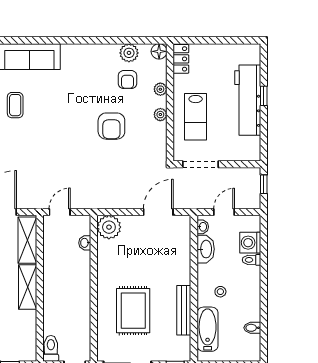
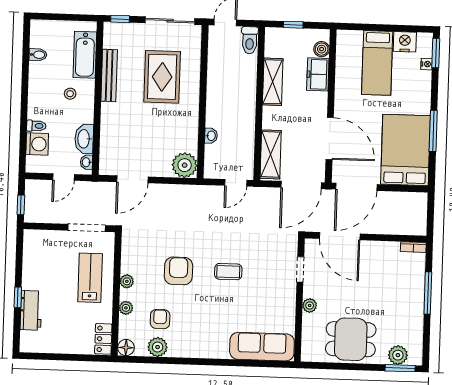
workbench: (248, 100) -> (31, 310), width x0.53, depth x0.76
coffee table: (15, 105) -> (228, 272), moved, turned 90
washbasin: (85, 243) -> (211, 136), moved
shelving: (28, 287) -> (273, 82), moved

